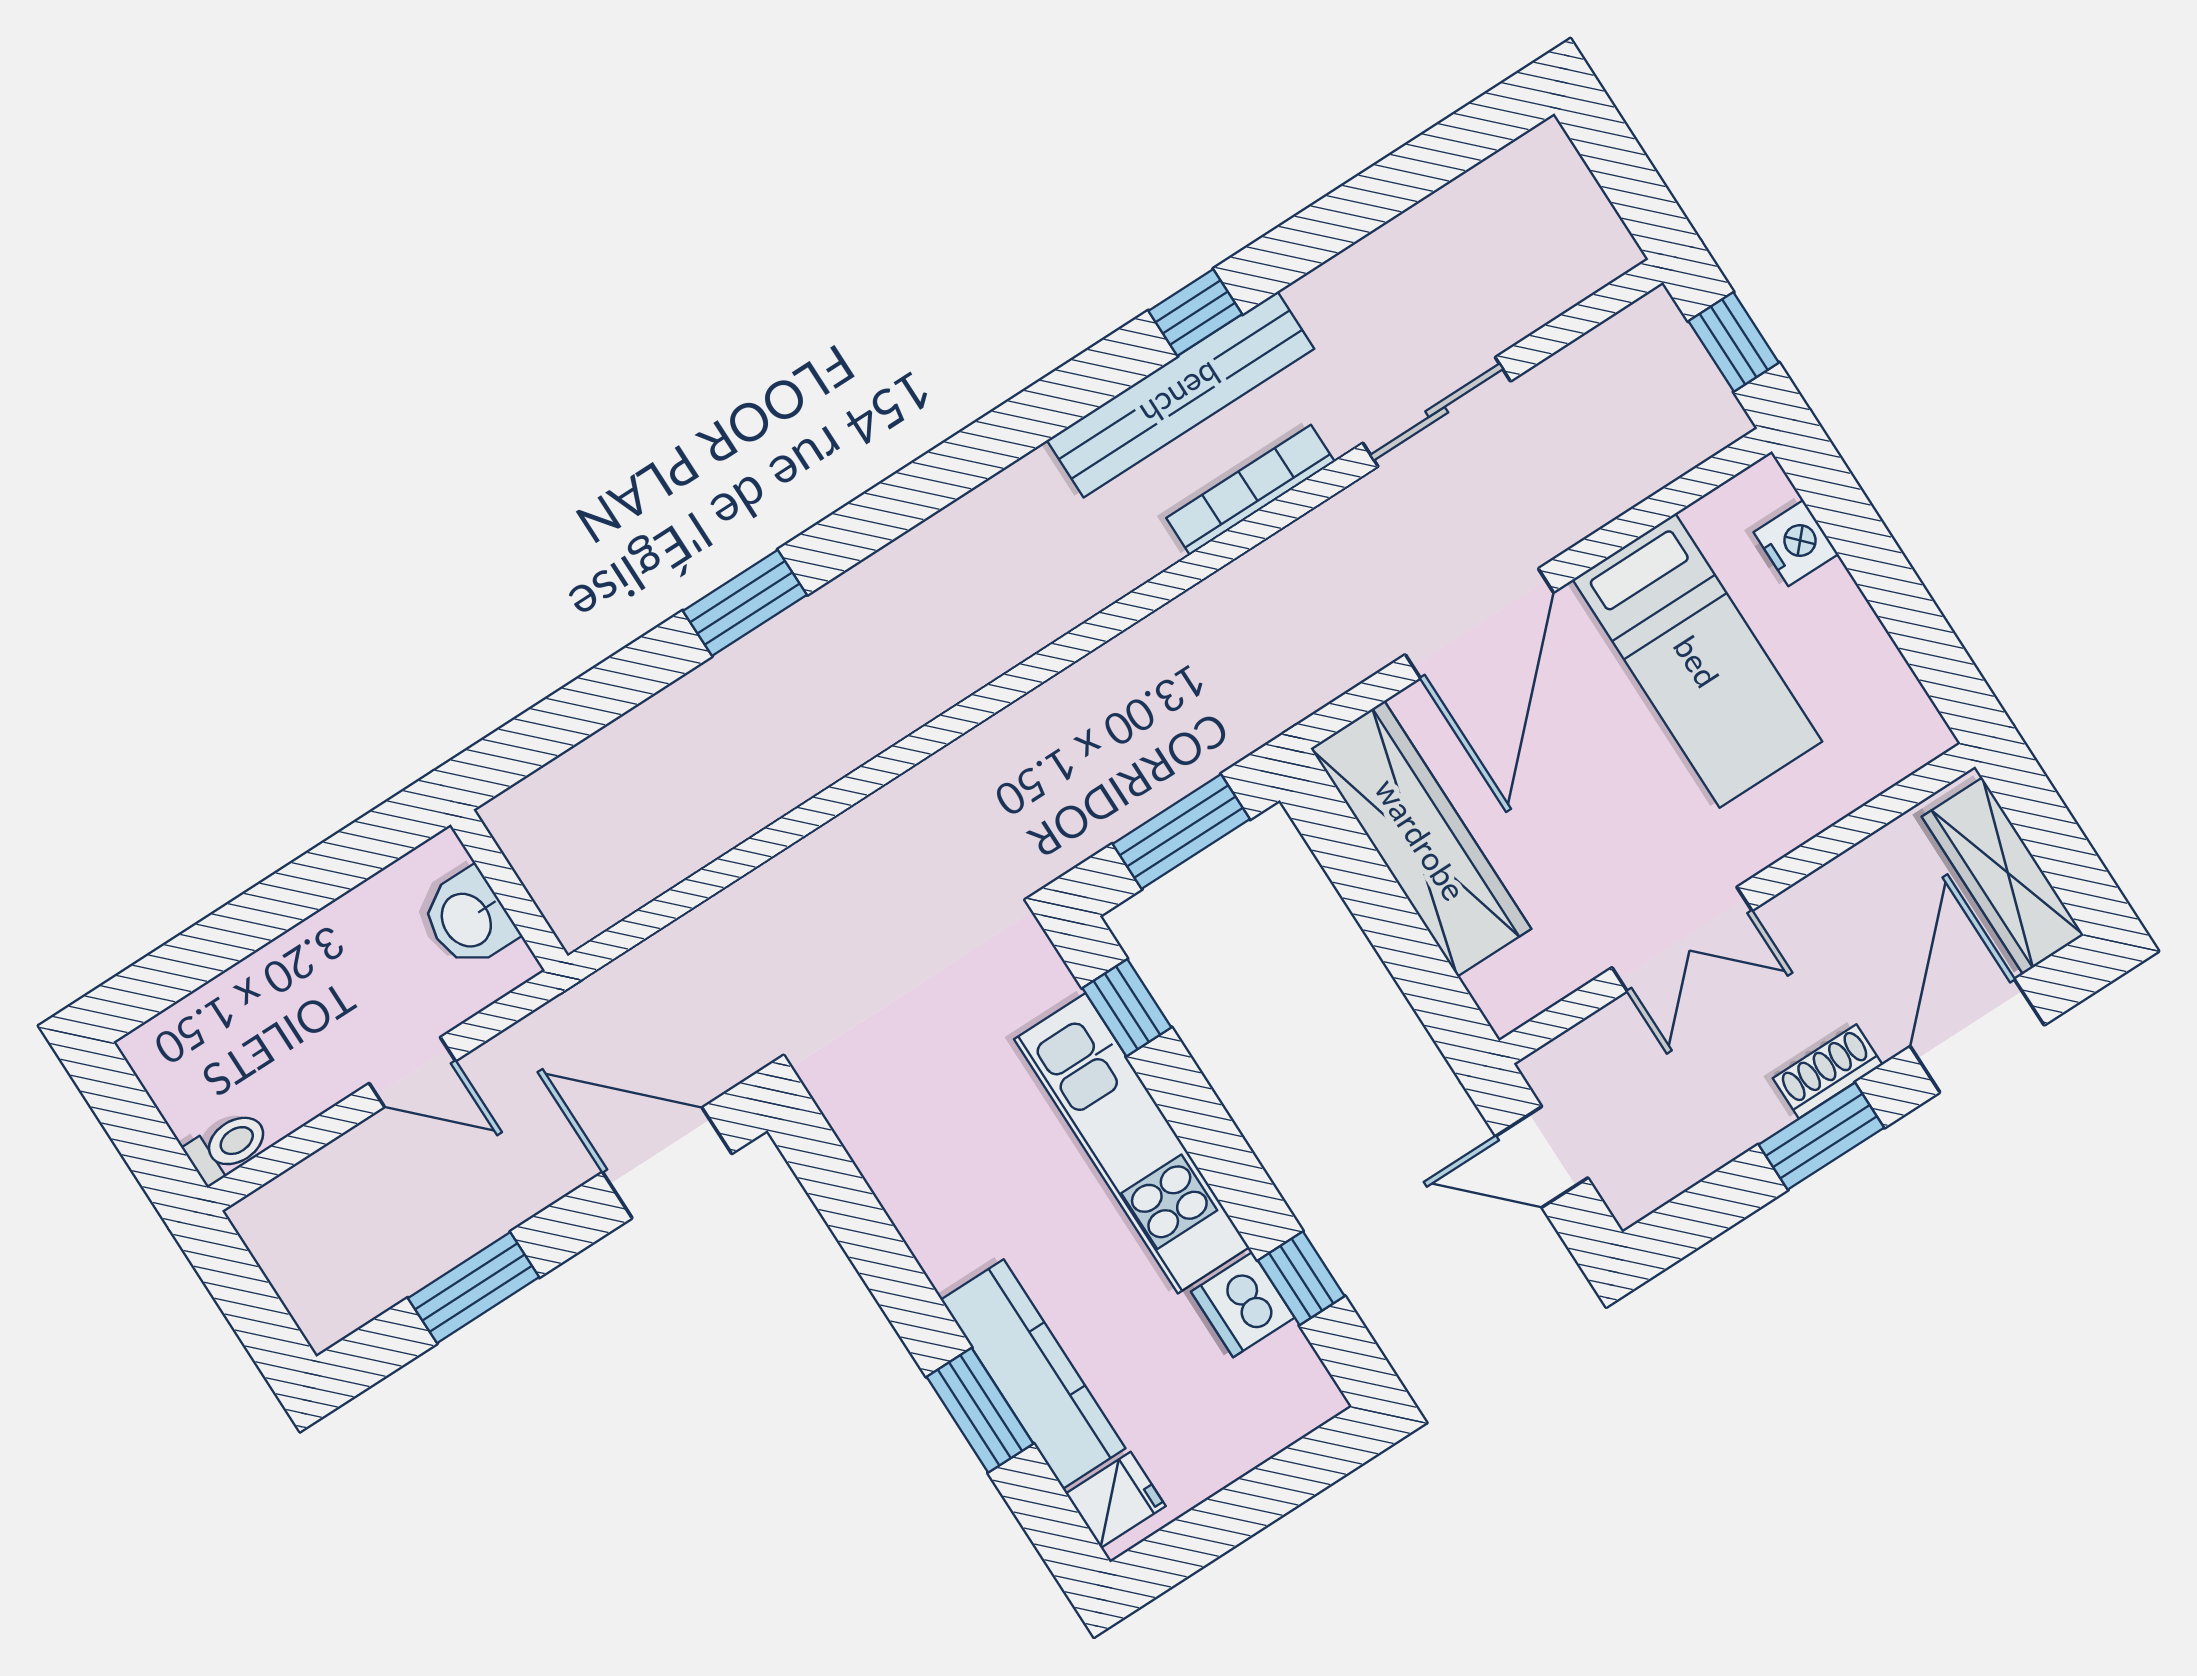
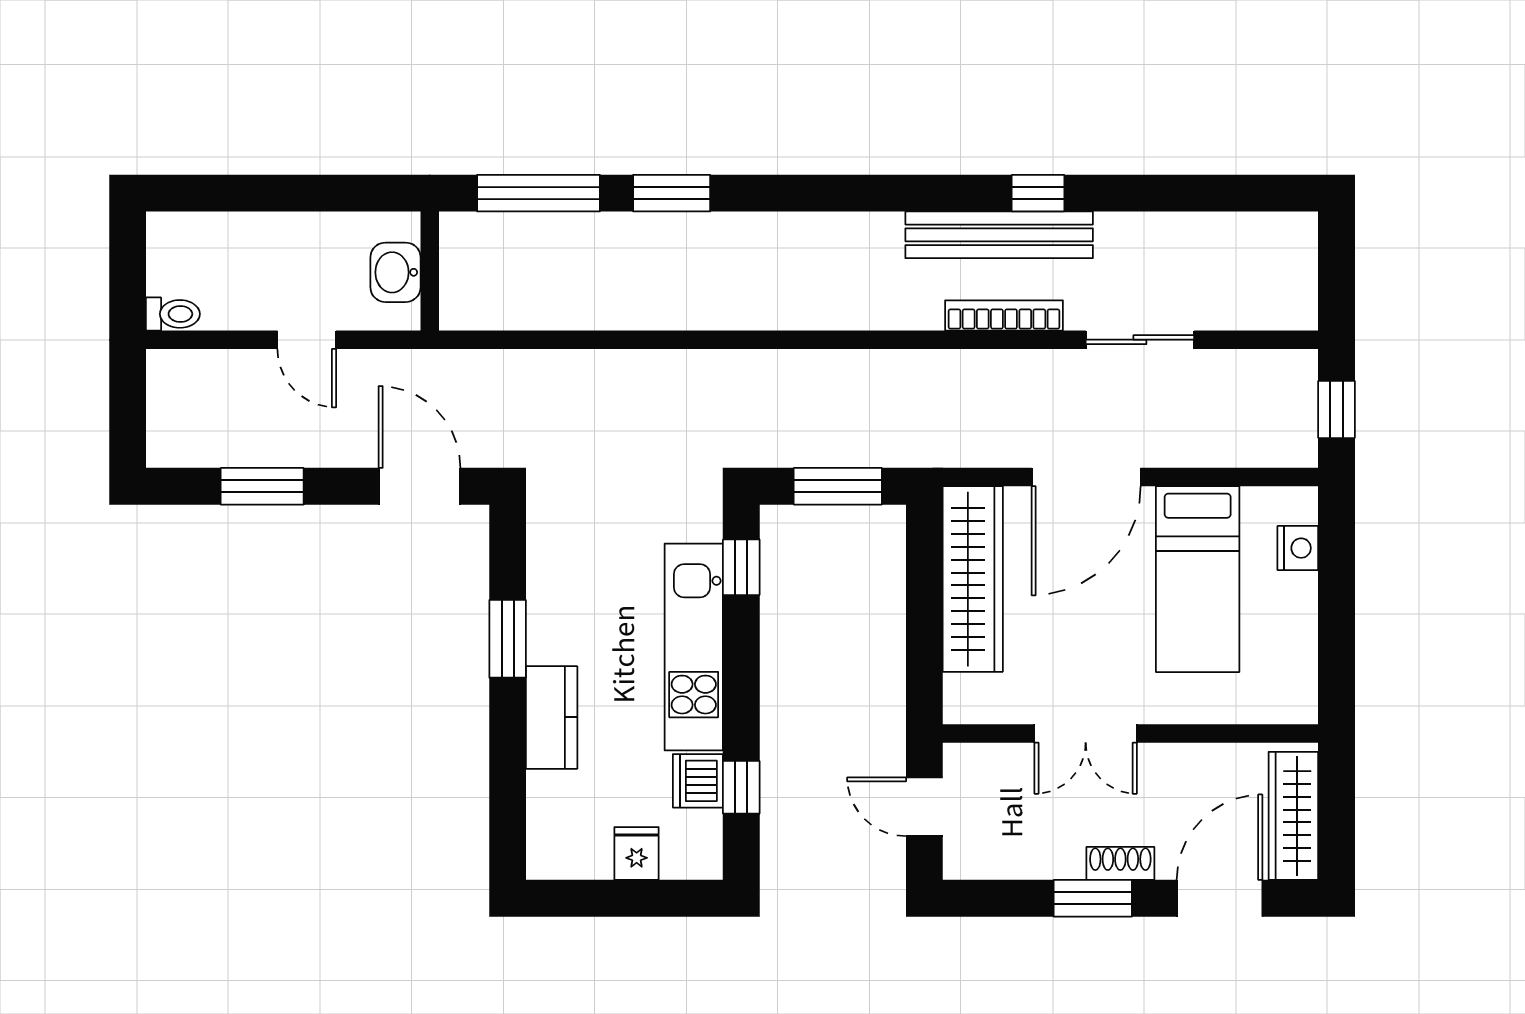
window: (581, 708) -> (539, 193), added
kitchen counter: (1033, 1374) -> (552, 717), width x0.67
window: (980, 1410) -> (508, 639), moved
fridge: (1116, 1500) -> (637, 854), moved, turned -90

